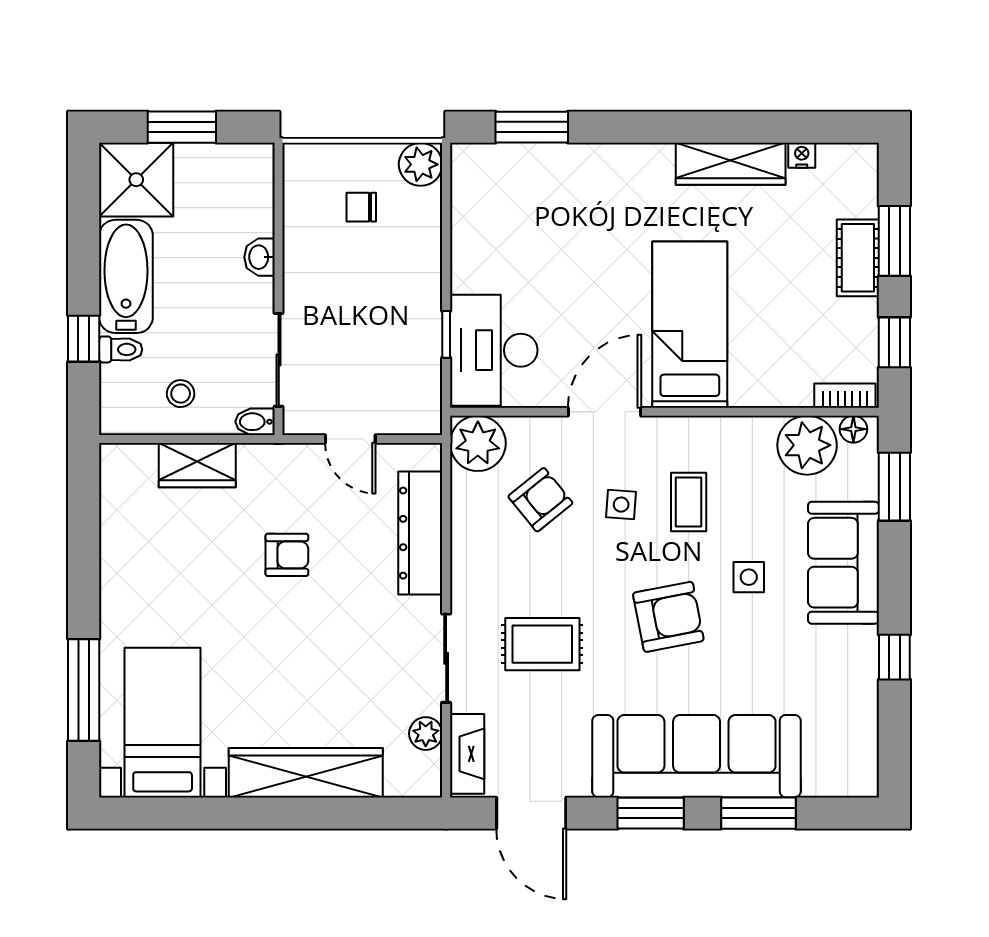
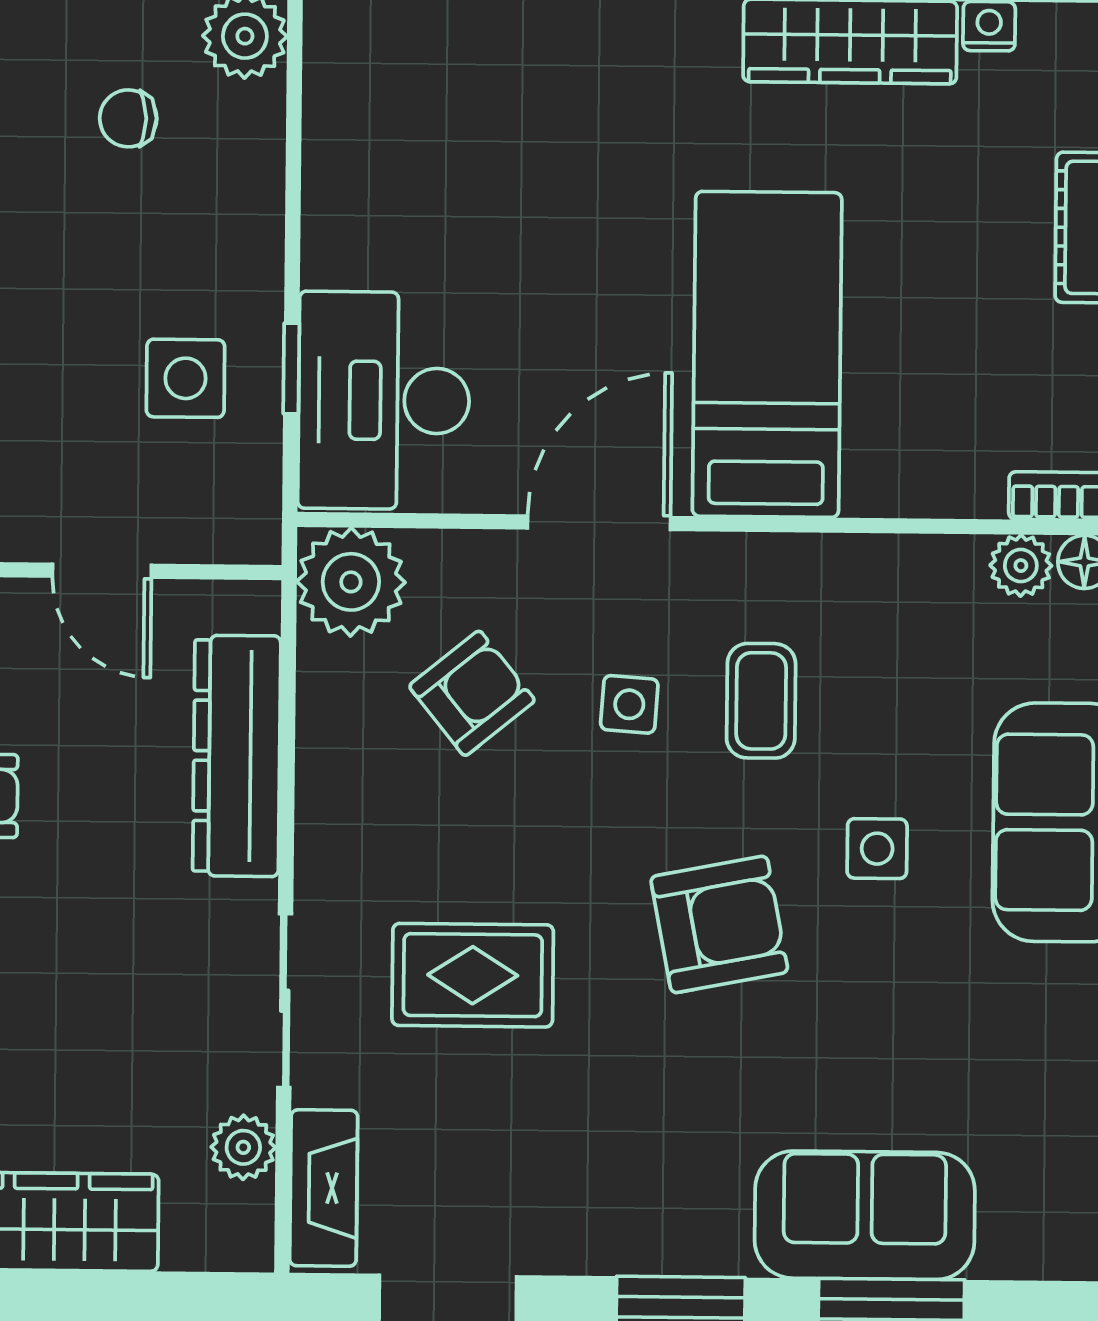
side table: (392, 340) -> (185, 378), added
plant: (807, 445) -> (1021, 566), width x0.53, depth x0.53
sofa: (697, 756) -> (865, 1215), width x0.54, depth x0.79

